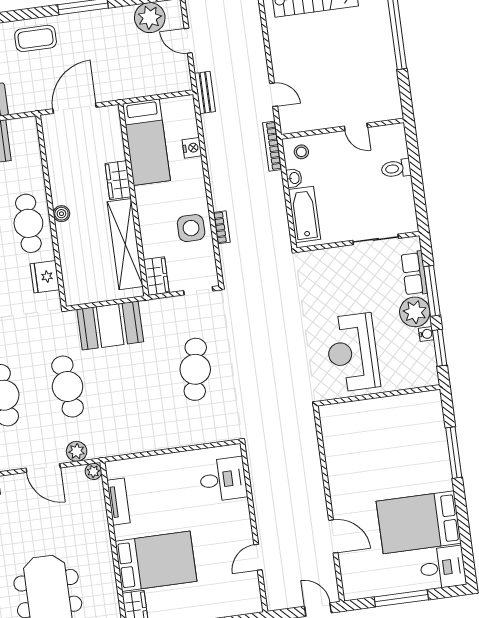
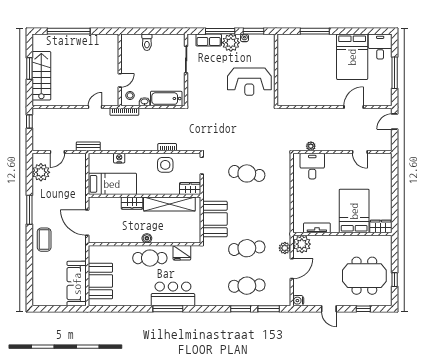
door: (356, 127) -> (120, 80), moved
plant: (93, 471) -> (302, 244), width x1.88, depth x1.88
plant: (256, 472) -> (311, 146), added

